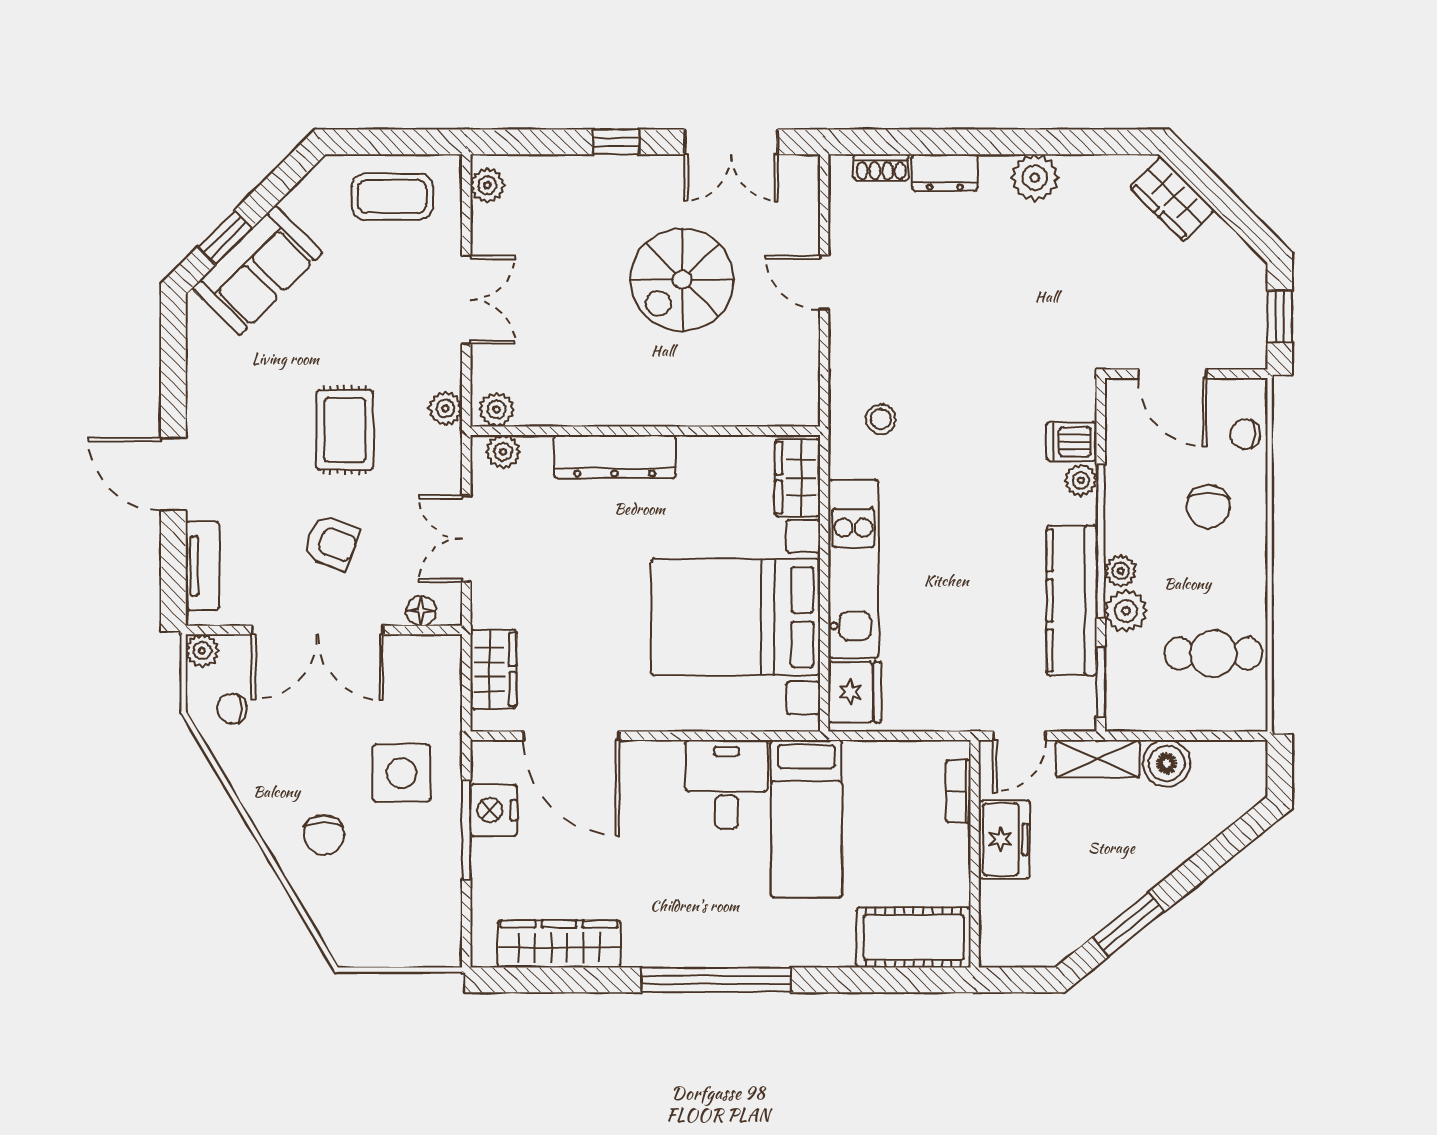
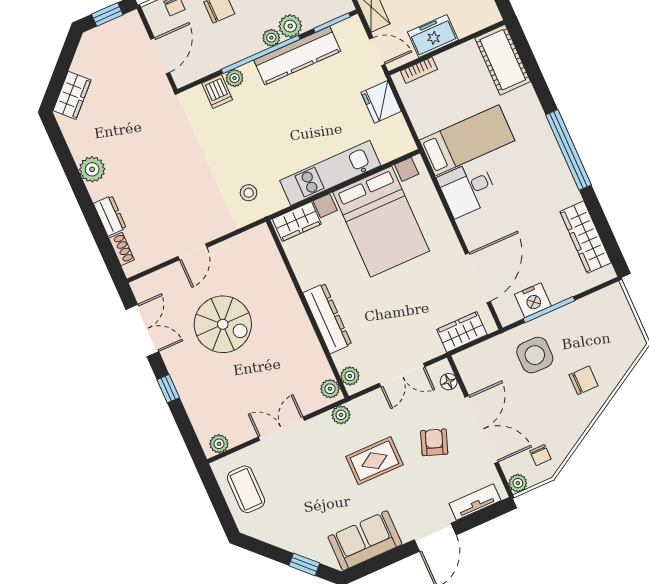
sofa: (257, 270) -> (365, 541), moved, turned -45
fridge: (855, 692) -> (381, 102), moved, turned -90

